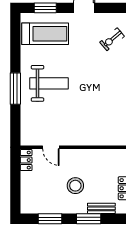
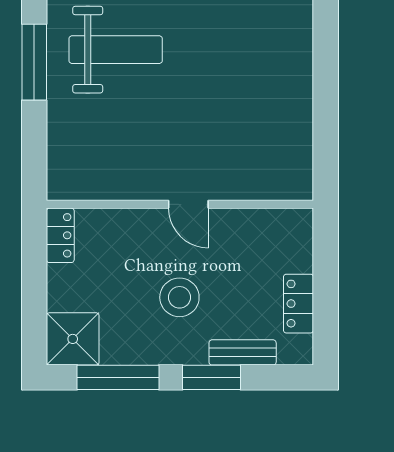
door: (51, 147) -> (188, 204), moved
shower: (31, 203) -> (73, 339), added
window: (50, 219) -> (118, 377), width x1.44

